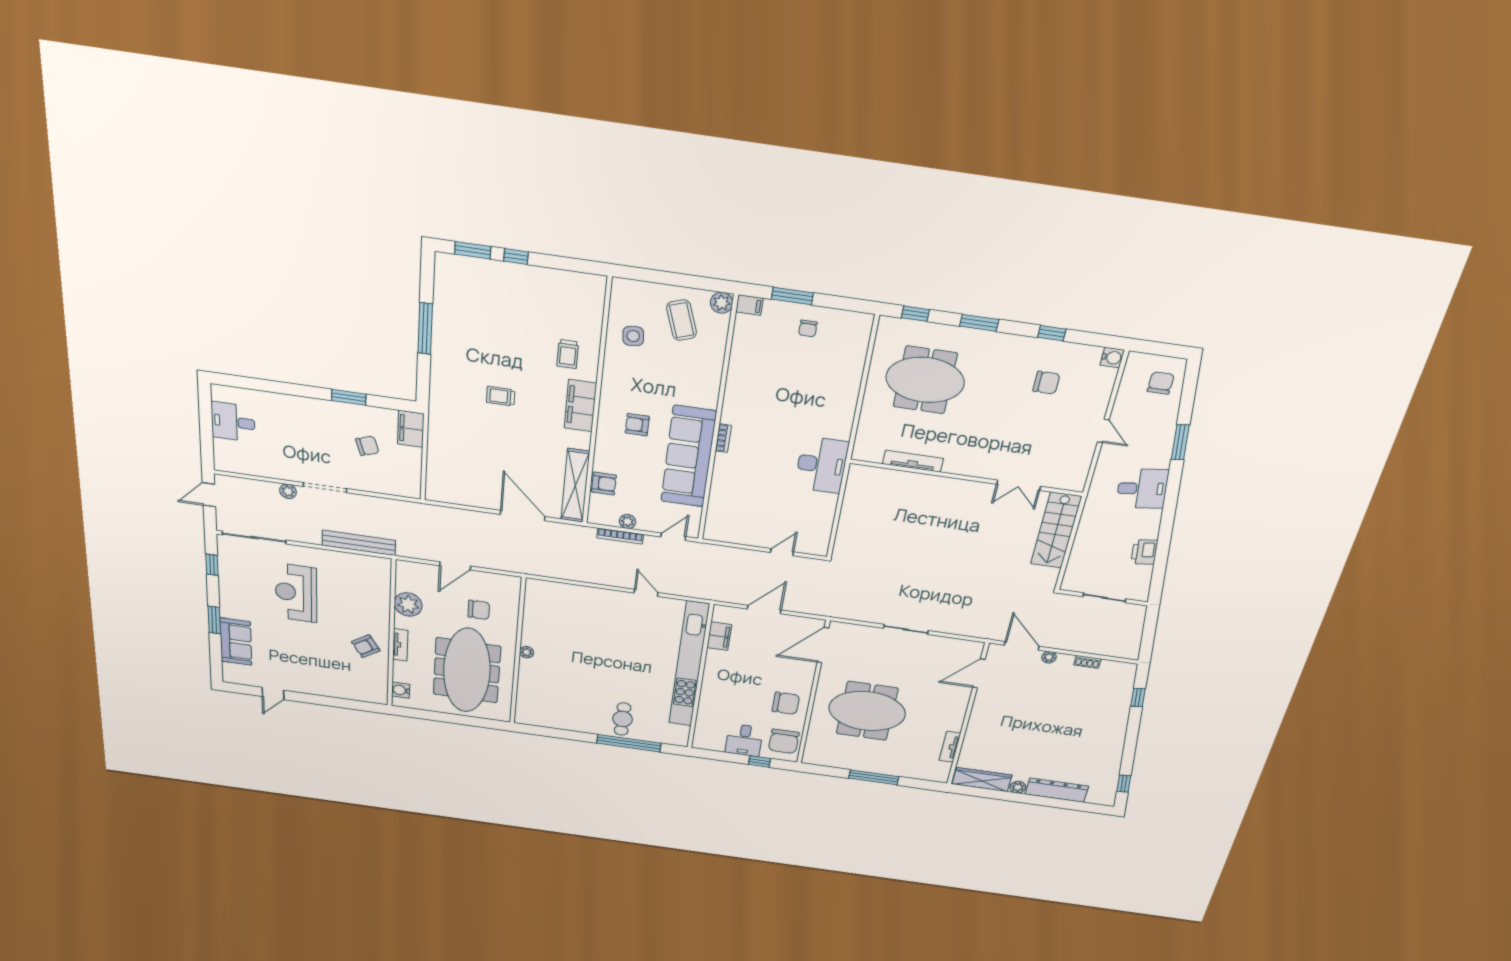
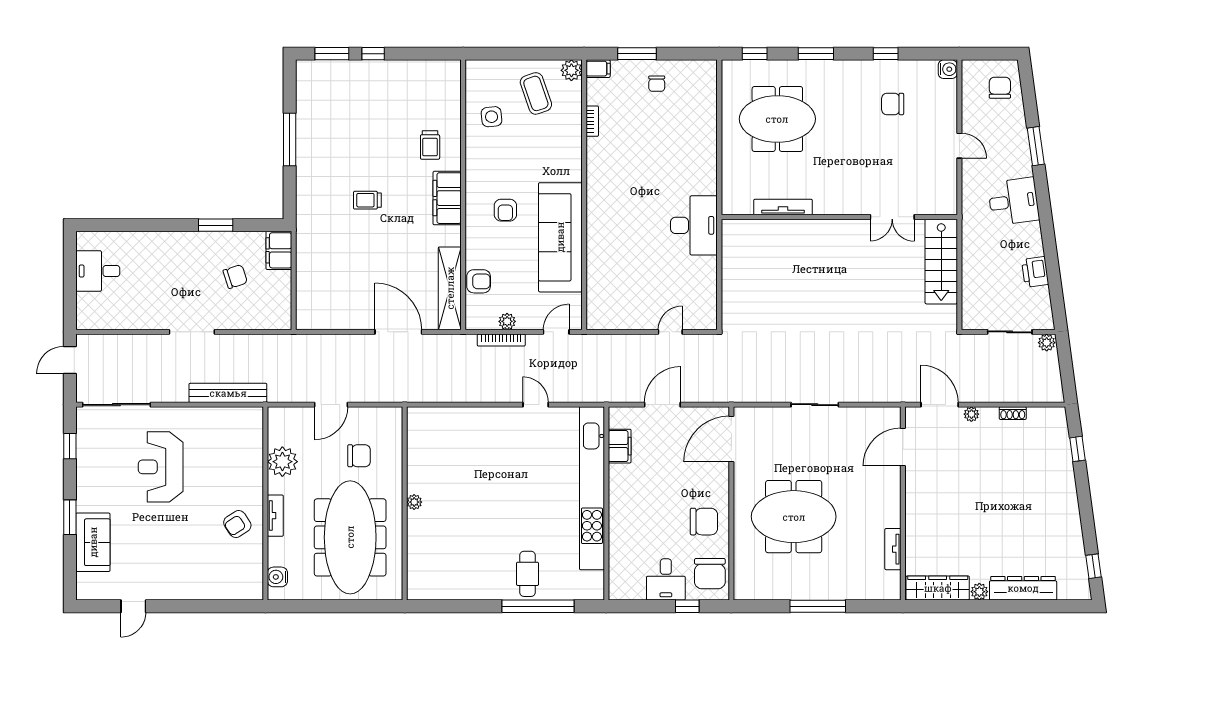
chair: (1046, 383) -> (893, 104), turned 180
armchair: (637, 425) -> (505, 210), turned -90
bookcase: (723, 438) -> (592, 121), moved
plant: (288, 491) -> (1047, 343), moved

